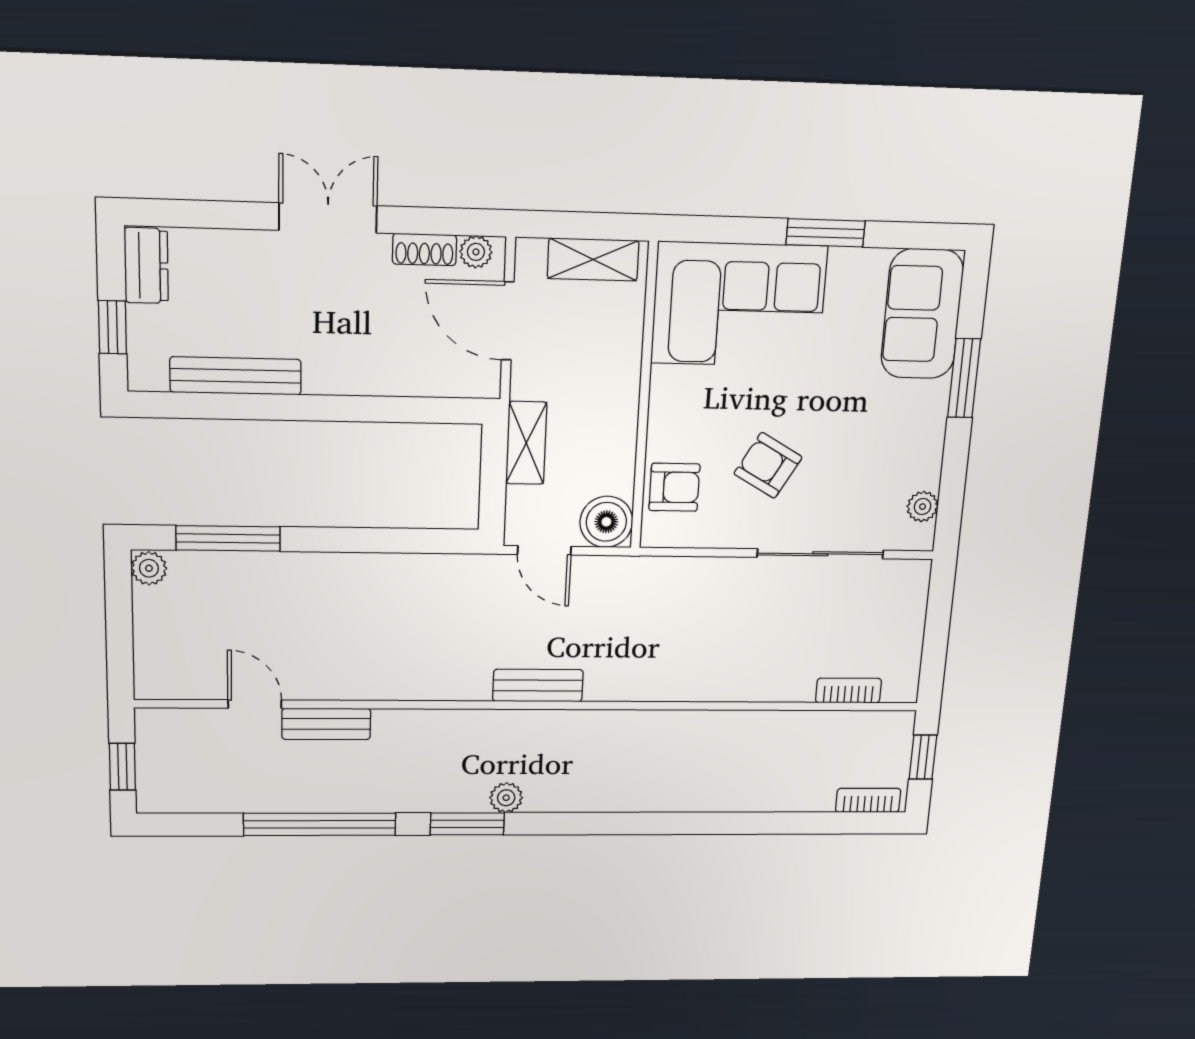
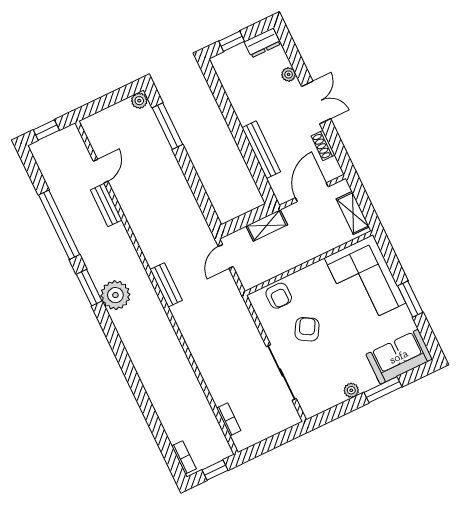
plant: (476, 252) -> (289, 74), moved
bench: (236, 376) -> (261, 150), moved
plant: (923, 507) -> (351, 390), moved
boiler: (606, 522) -> (250, 276), removed
plant: (506, 798) -> (115, 295), width x1.87, depth x1.87

